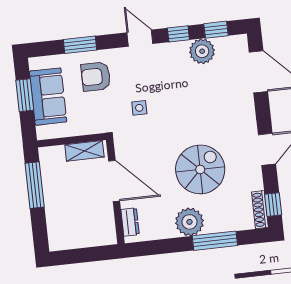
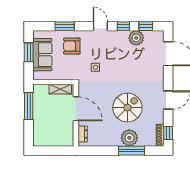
plant: (189, 222) -> (129, 138), moved

